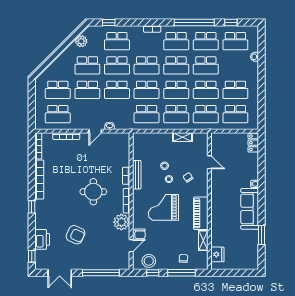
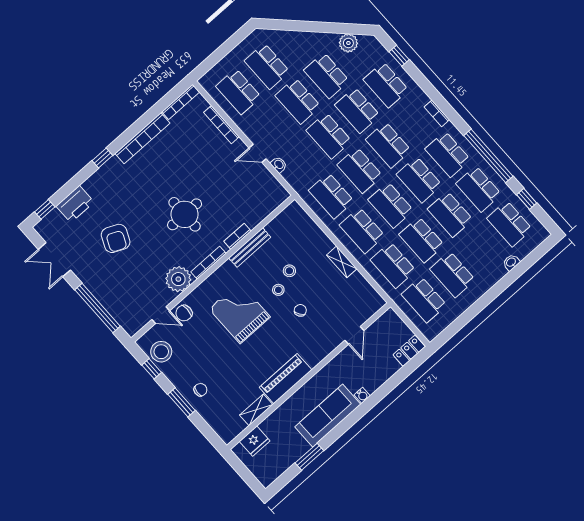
door: (209, 162) -> (354, 335), moved
wall: (209, 201) -> (309, 376), moved
piano: (201, 213) -> (286, 379), moved
shelving: (203, 241) -> (256, 410), moved
fridge: (217, 254) -> (255, 441), moved
window: (181, 273) -> (182, 402), width x0.69

